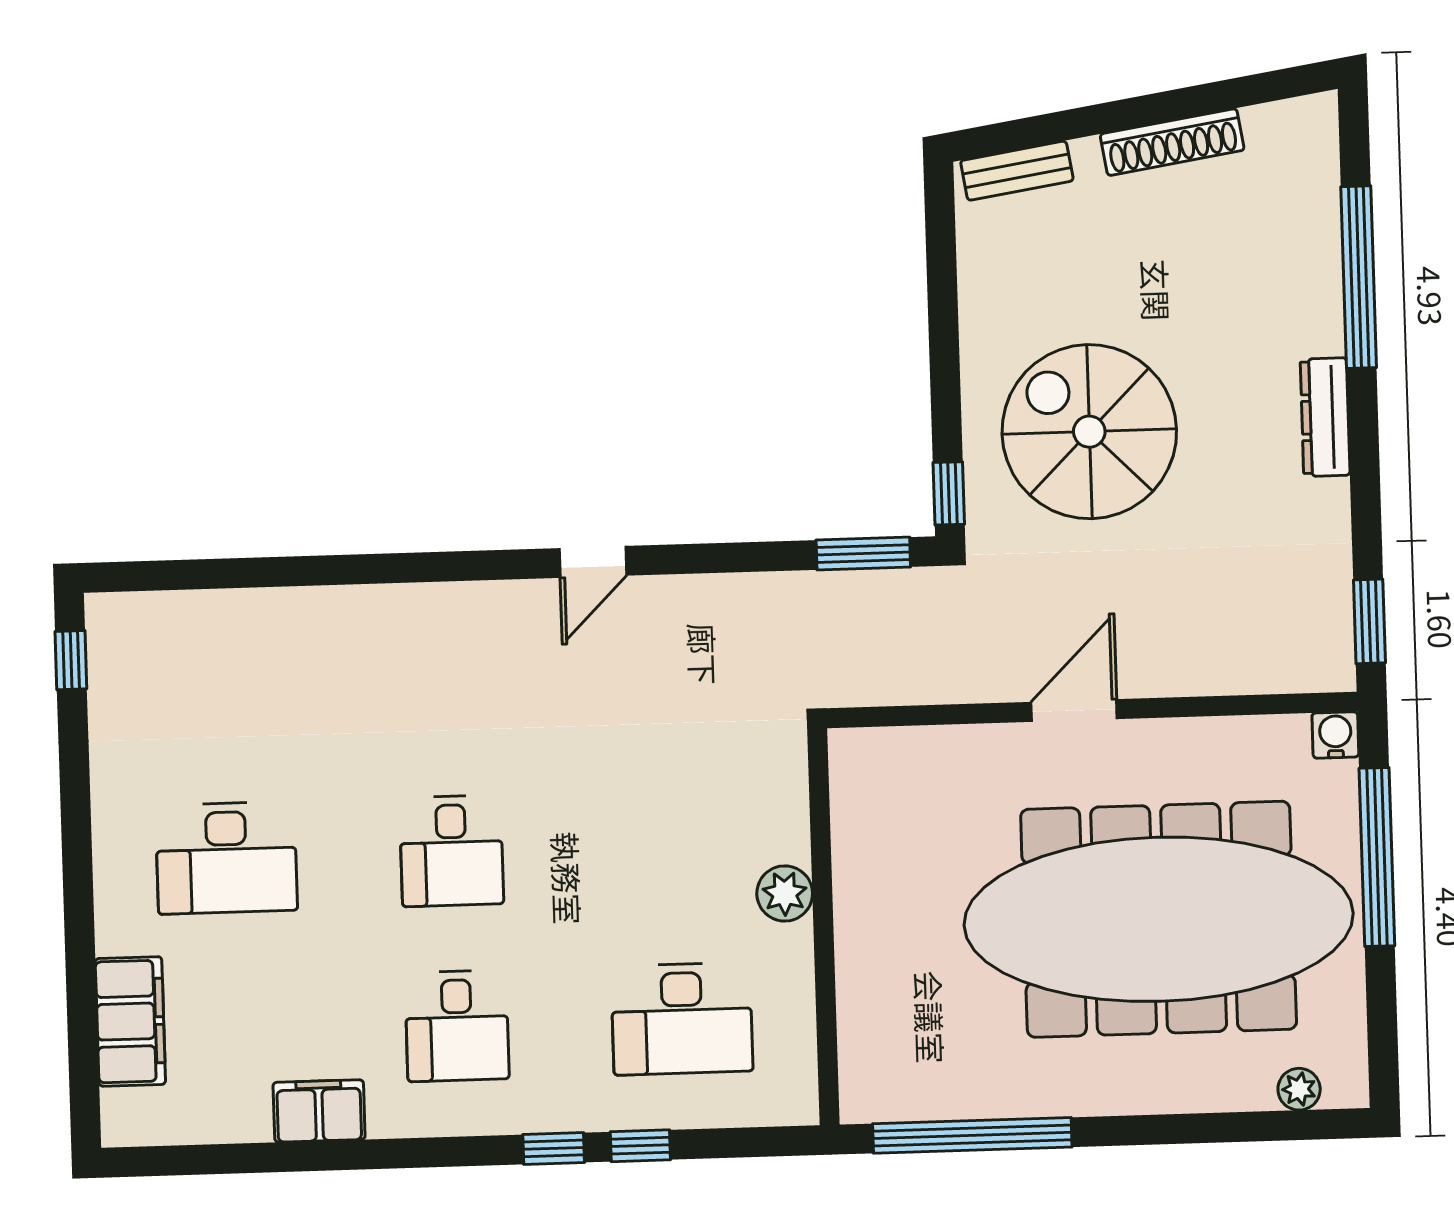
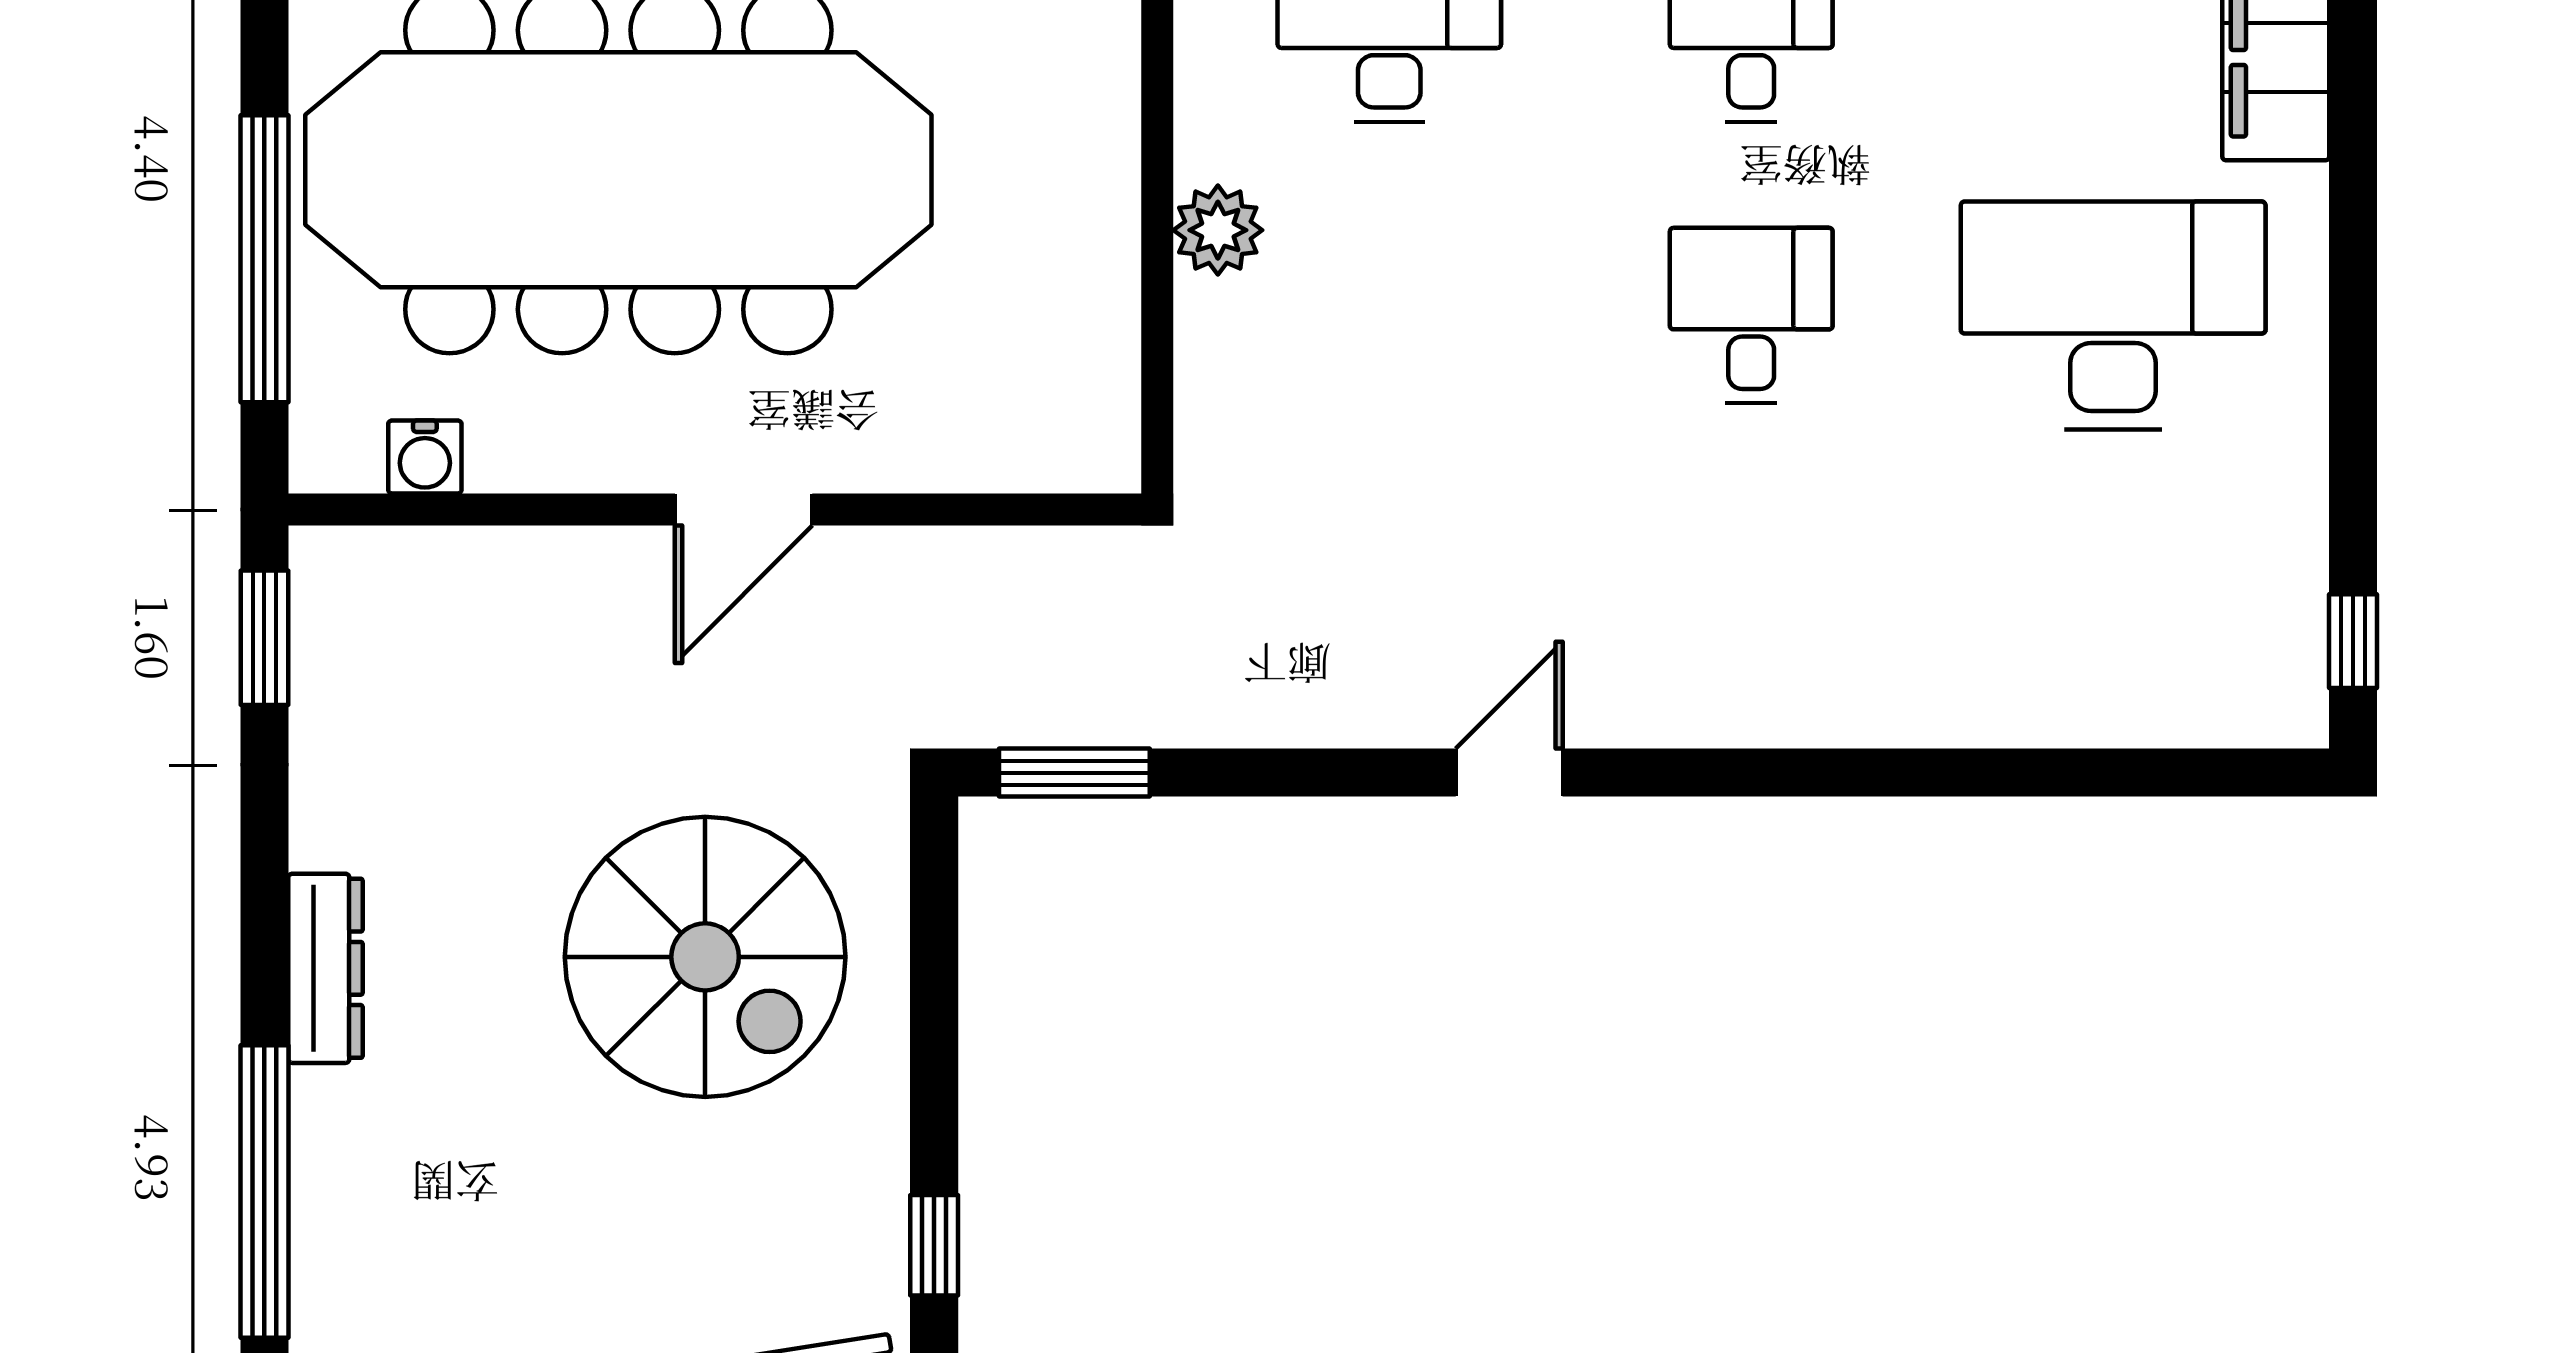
window: (949, 493) -> (934, 1245), moved
water cooler: (1335, 735) -> (425, 457), moved
desk: (226, 858) -> (2113, 315), width x1.36, depth x1.30

